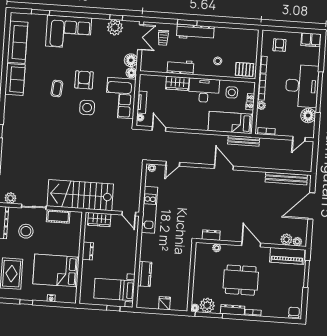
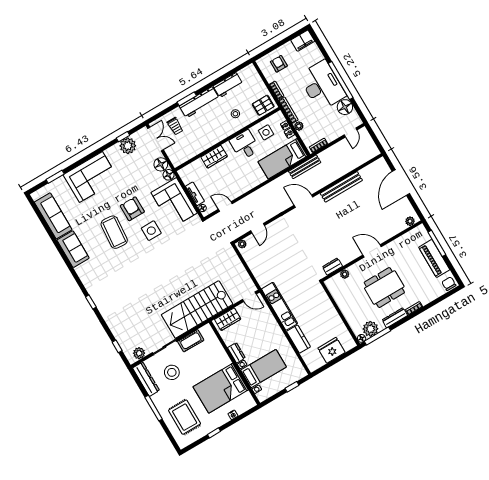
workbench: (181, 67) -> (228, 85), moved, turned 180
coffee table: (57, 88) -> (114, 232), width x1.86, depth x1.72
desk: (204, 90) -> (245, 145), width x0.73
bench: (286, 178) -> (341, 187), moved
kitchen unit: (149, 210) -> (280, 306), moved
plant: (286, 239) -> (399, 226), removed
piano: (287, 256) -> (434, 258), moved, turned 90
bed with nightstands: (114, 289) -> (264, 369), moved, turned 180
fridge: (164, 303) -> (332, 350), width x1.88, depth x1.34

